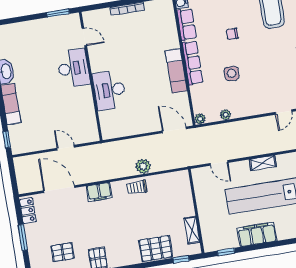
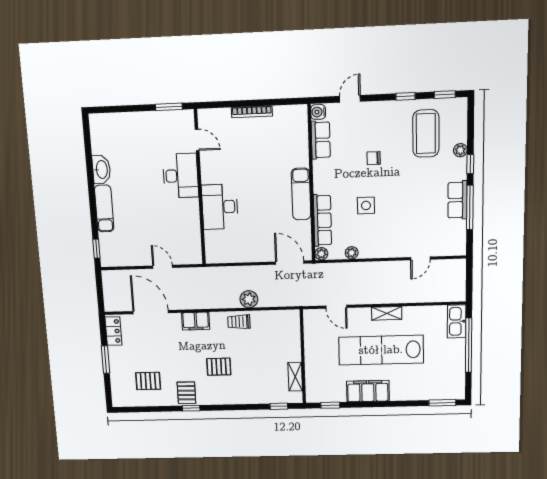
row of seats: (193, 63) -> (322, 220), moved
pallet: (156, 249) -> (219, 367), moved, width x0.67, depth x0.71

